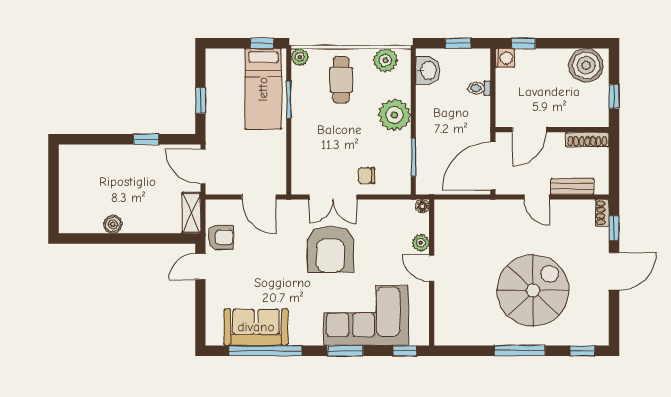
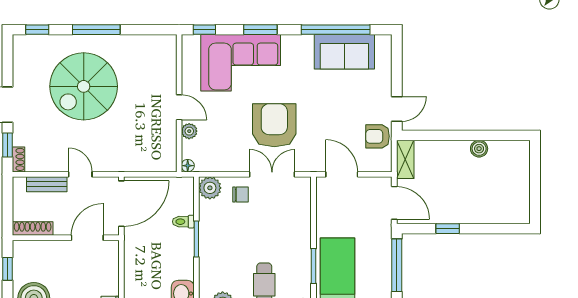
toilet: (479, 88) -> (183, 222), moved, turned 180
window: (200, 100) -> (397, 265), width x2.17
plant: (395, 115) -> (210, 188), moved, width x0.73, depth x0.73
window: (413, 157) -> (196, 239), moved

